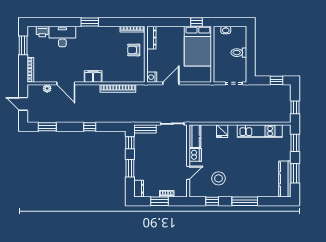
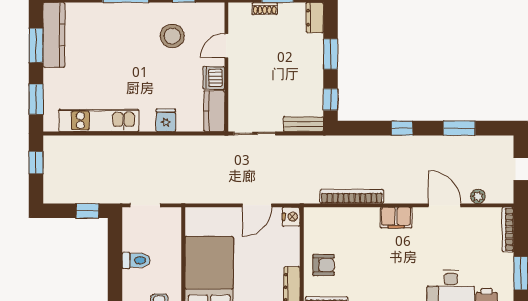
window: (277, 80) -> (87, 211), moved
window: (47, 127) -> (459, 128), moved

